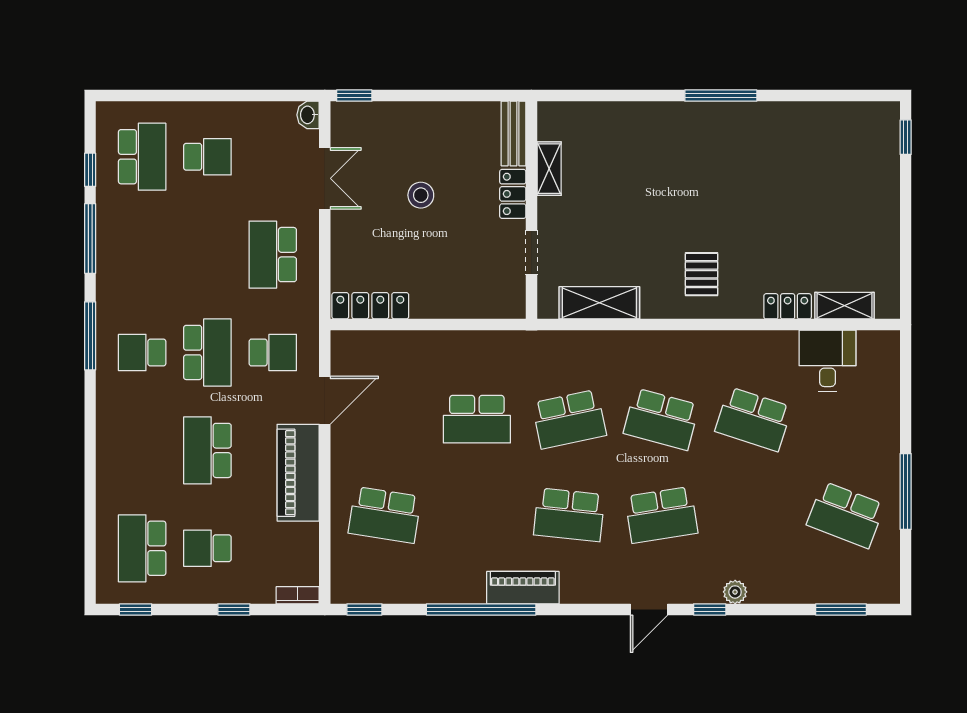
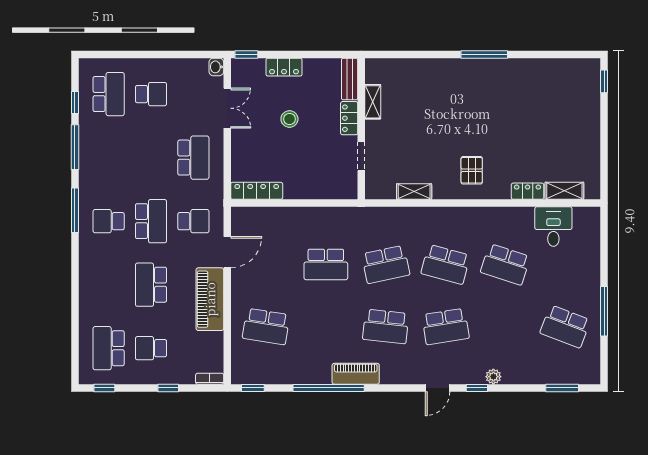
locker: (412, 115) -> (284, 67), added
school desk: (273, 255) -> (193, 158), turned 180
shelving: (599, 303) -> (414, 192), width x0.67, depth x0.75

